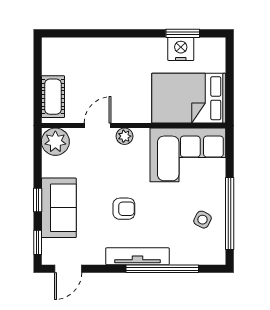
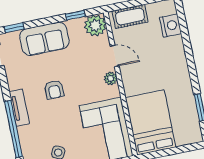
nightstand: (181, 49) -> (171, 26), moved
window: (38, 200) -> (75, 15), moved
tv unit: (137, 256) -> (19, 108), width x0.71

